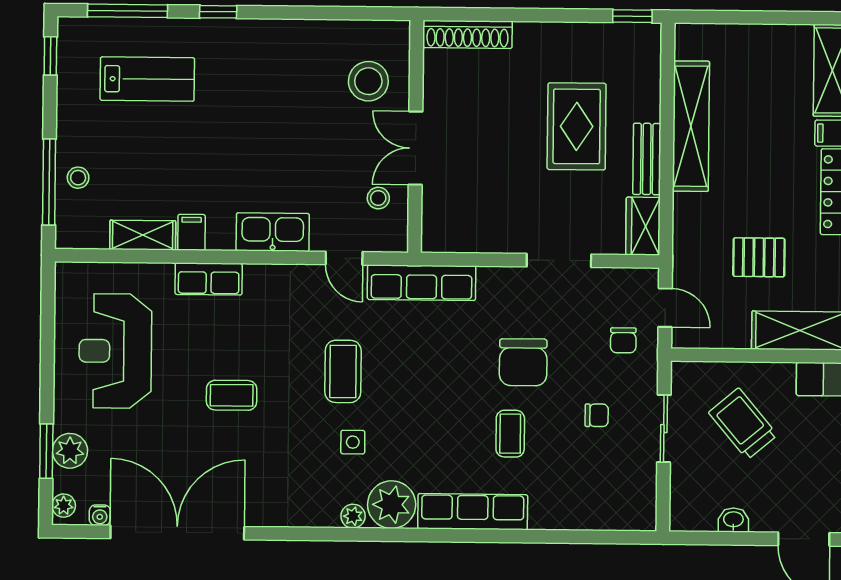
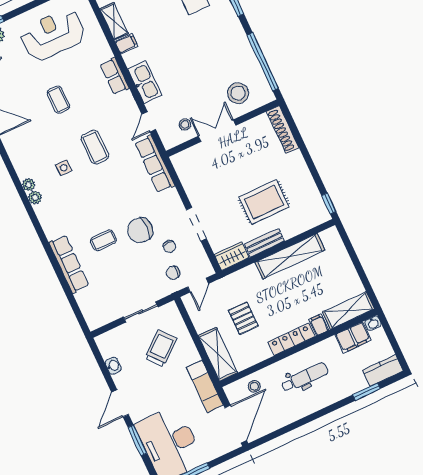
window: (334, 13) -> (263, 62), added
row of seats: (209, 279) -> (115, 76), moved
coffee table: (343, 371) -> (95, 147), turned 90
chair: (597, 415) -> (169, 247), moved
plant: (392, 505) -> (35, 197), width x0.53, depth x0.53
row of seats: (473, 512) -> (69, 264), moved

